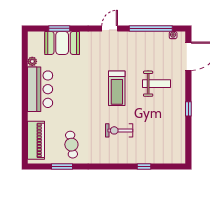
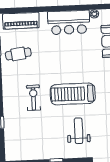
weight bench: (156, 84) -> (79, 131), turned 180
treadmill: (117, 88) -> (73, 94), width x1.37, depth x1.38

